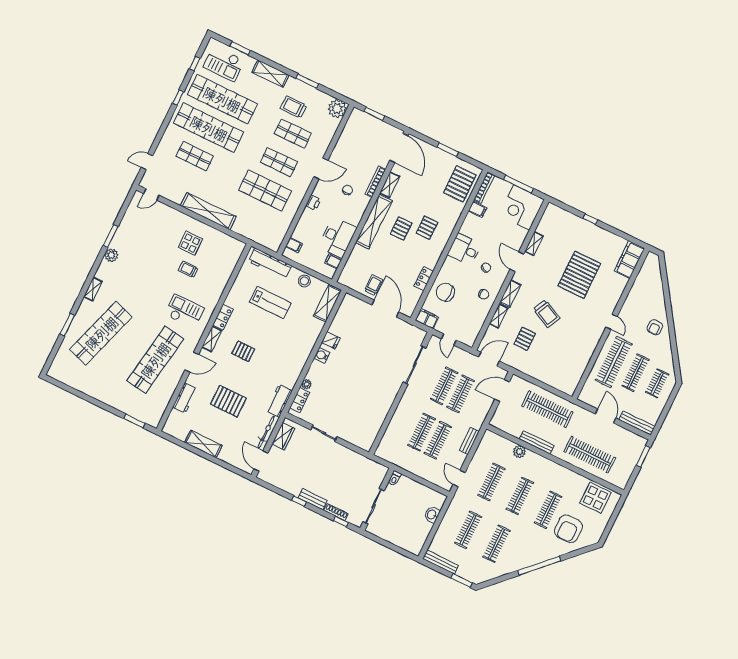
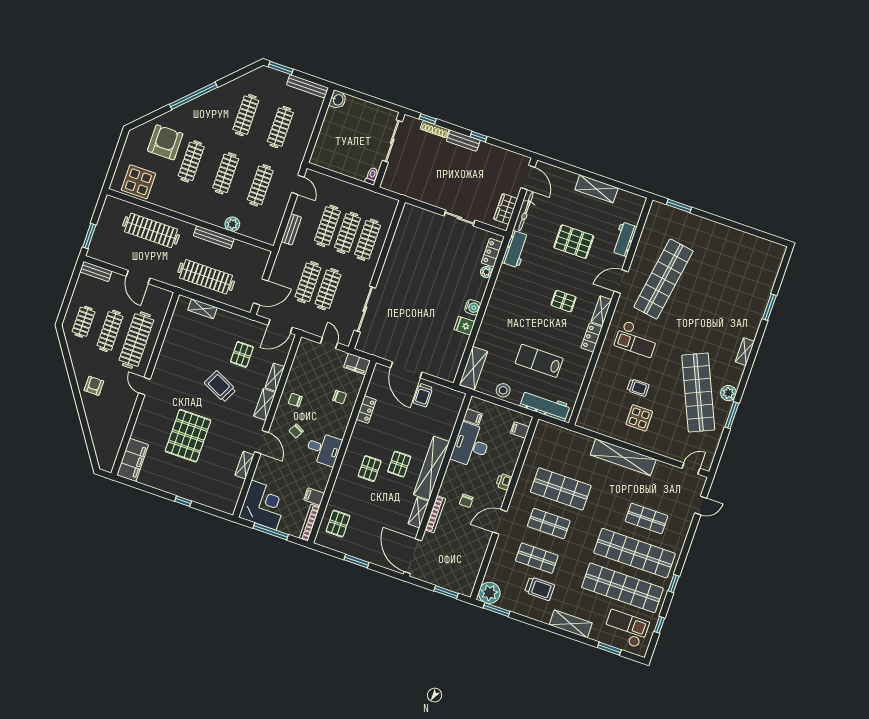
window: (307, 81) -> (496, 610), moved
pallet: (460, 184) -> (338, 524), width x0.67, depth x0.71
chair: (445, 292) -> (340, 397), width x0.54, depth x0.54
shop shelf: (101, 333) -> (698, 393), moved, turned -42
shelving: (554, 382) -> (202, 309), added
bench: (637, 423) -> (96, 271), width x0.73
clothes rail: (405, 424) -> (368, 240), added
washbasin: (432, 515) -> (338, 100), moved

